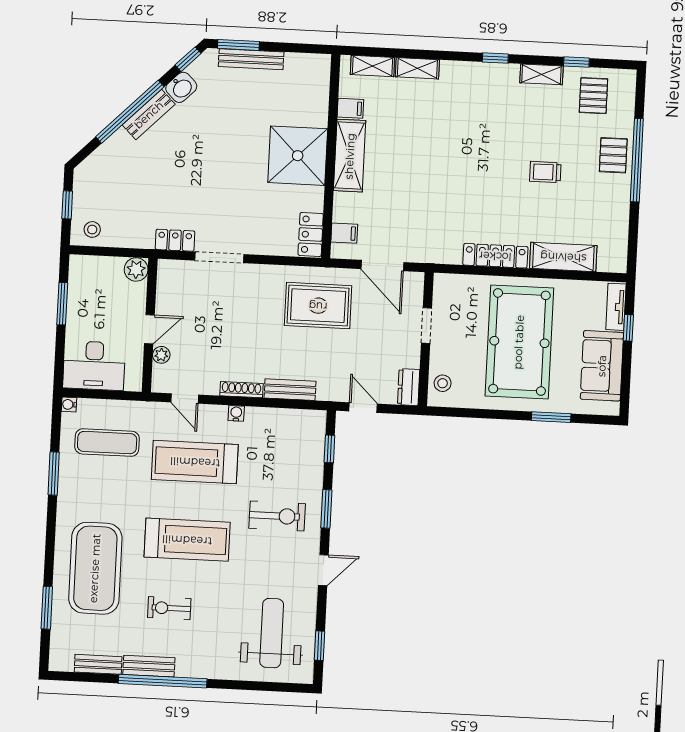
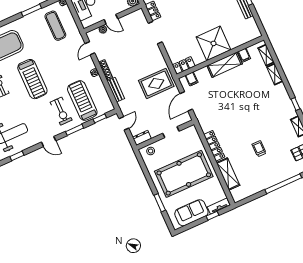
pallet: (613, 155) -> (280, 173), removed
rug: (318, 306) -> (156, 83), turned 90
treadmill: (195, 462) -> (82, 101), moved

